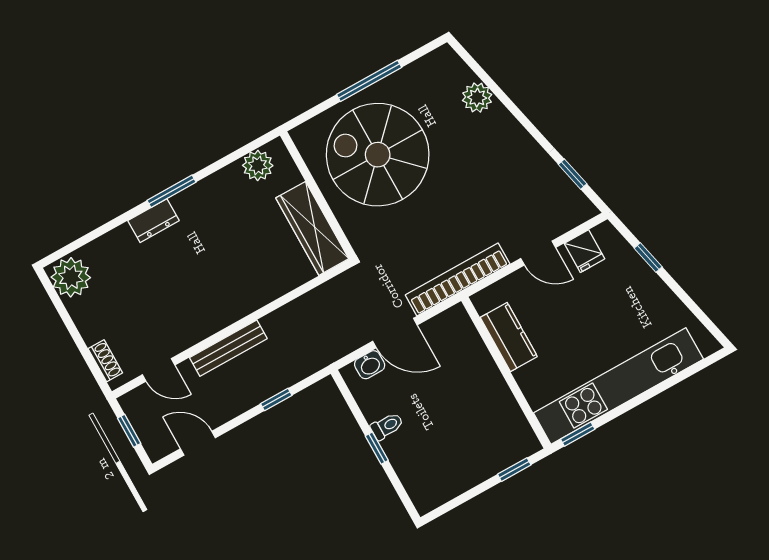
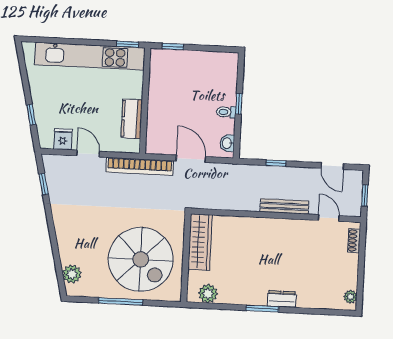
plant: (477, 98) -> (72, 274), moved
plant: (71, 277) -> (350, 297), width x0.53, depth x0.53
washbasin: (370, 365) -> (227, 143), moved, turned -90

